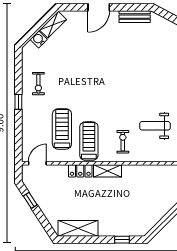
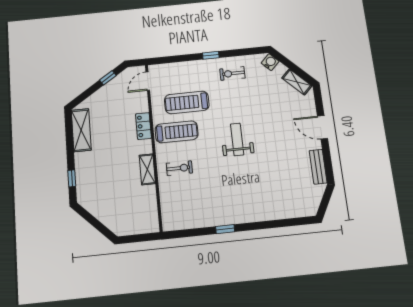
water cooler: (39, 39) -> (270, 62), moved
weight bench: (155, 126) -> (237, 139), moved
treadmill: (62, 129) -> (187, 102), turned 180
door: (37, 163) -> (148, 81), swing flipped
shelving: (107, 171) -> (147, 169), moved

